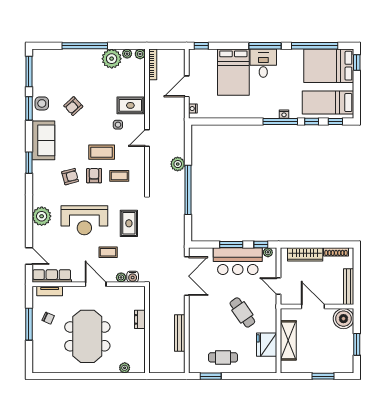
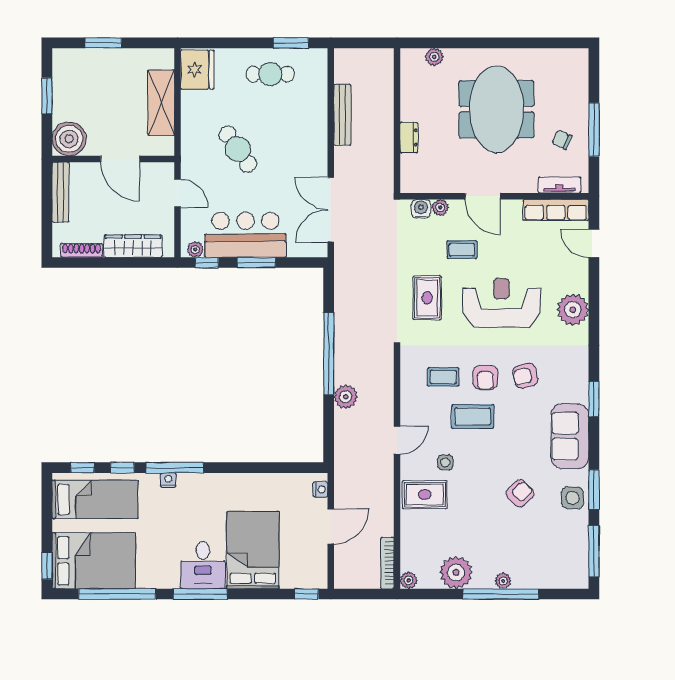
plant: (127, 54) -> (503, 581), moved
fridge: (267, 345) -> (197, 70), moved

